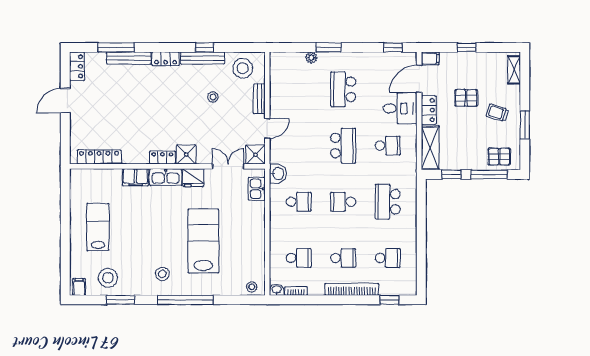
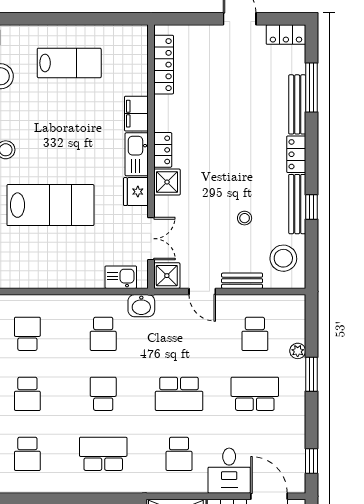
school desk: (299, 89) -> (255, 334), added
school desk: (299, 258) -> (27, 334), turned 180

